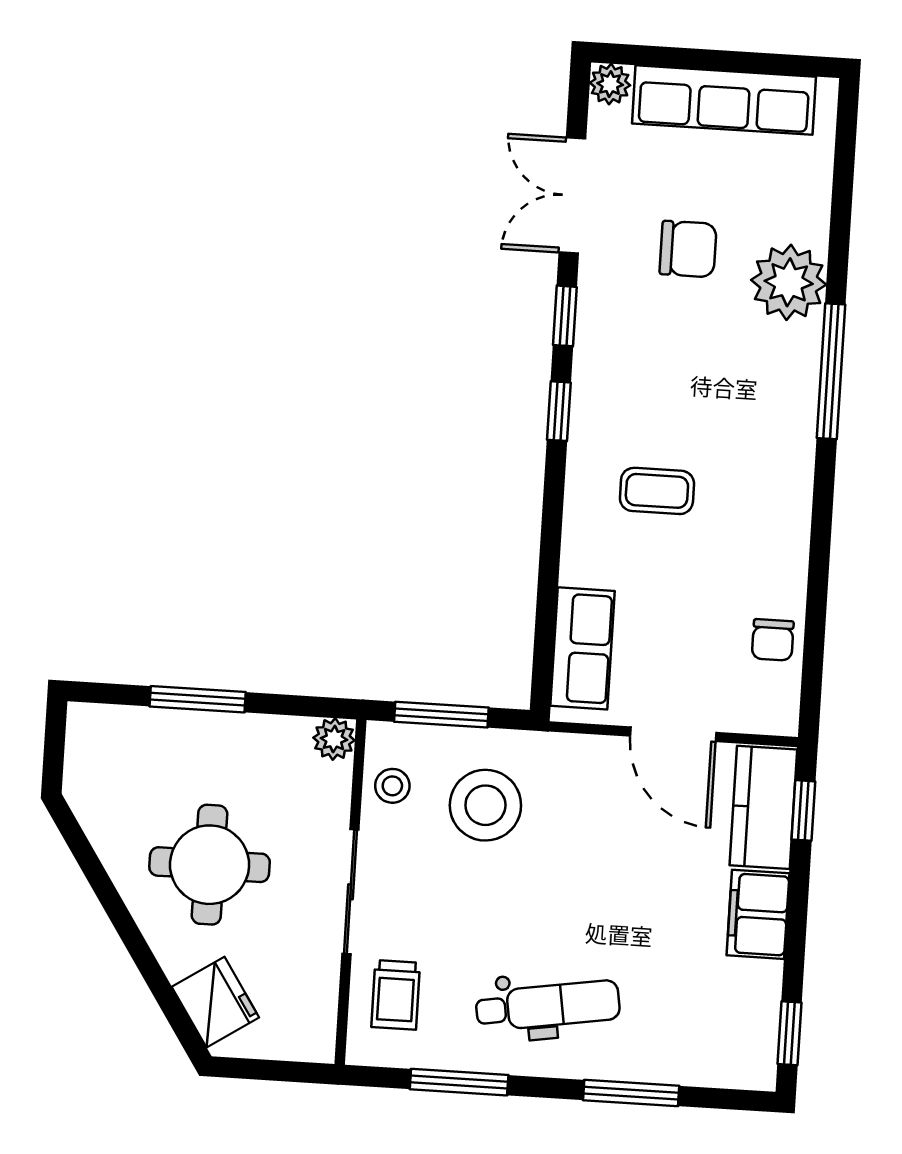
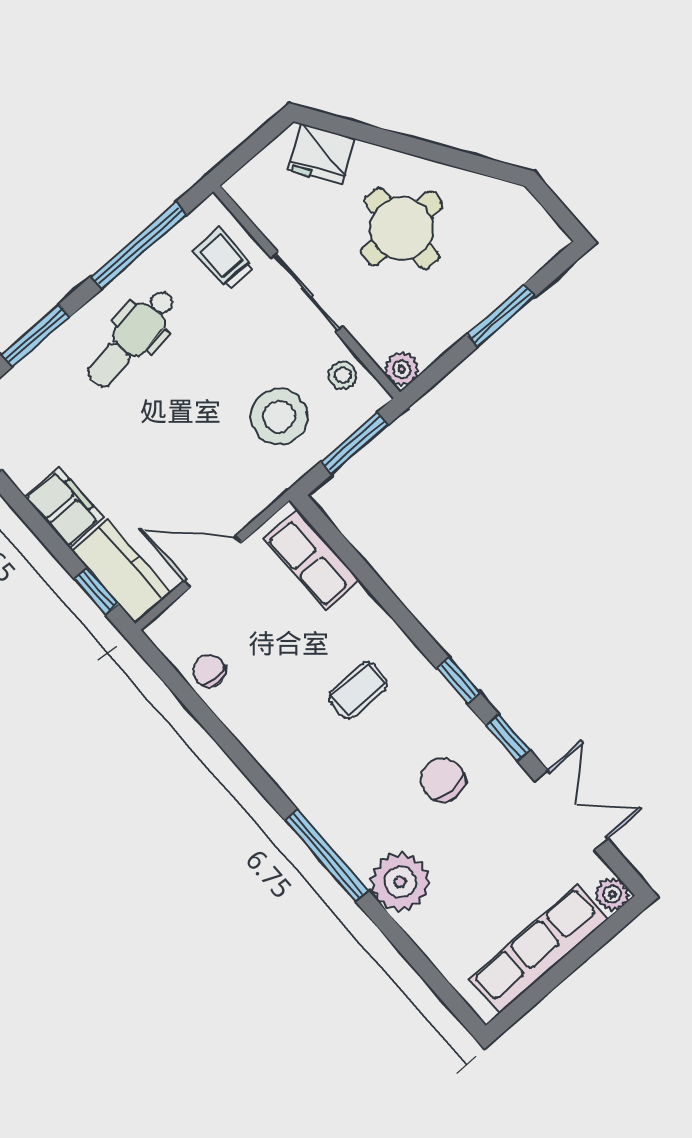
chair: (688, 249) -> (443, 780), moved, turned 90
window: (459, 1082) -> (139, 245), width x1.44

